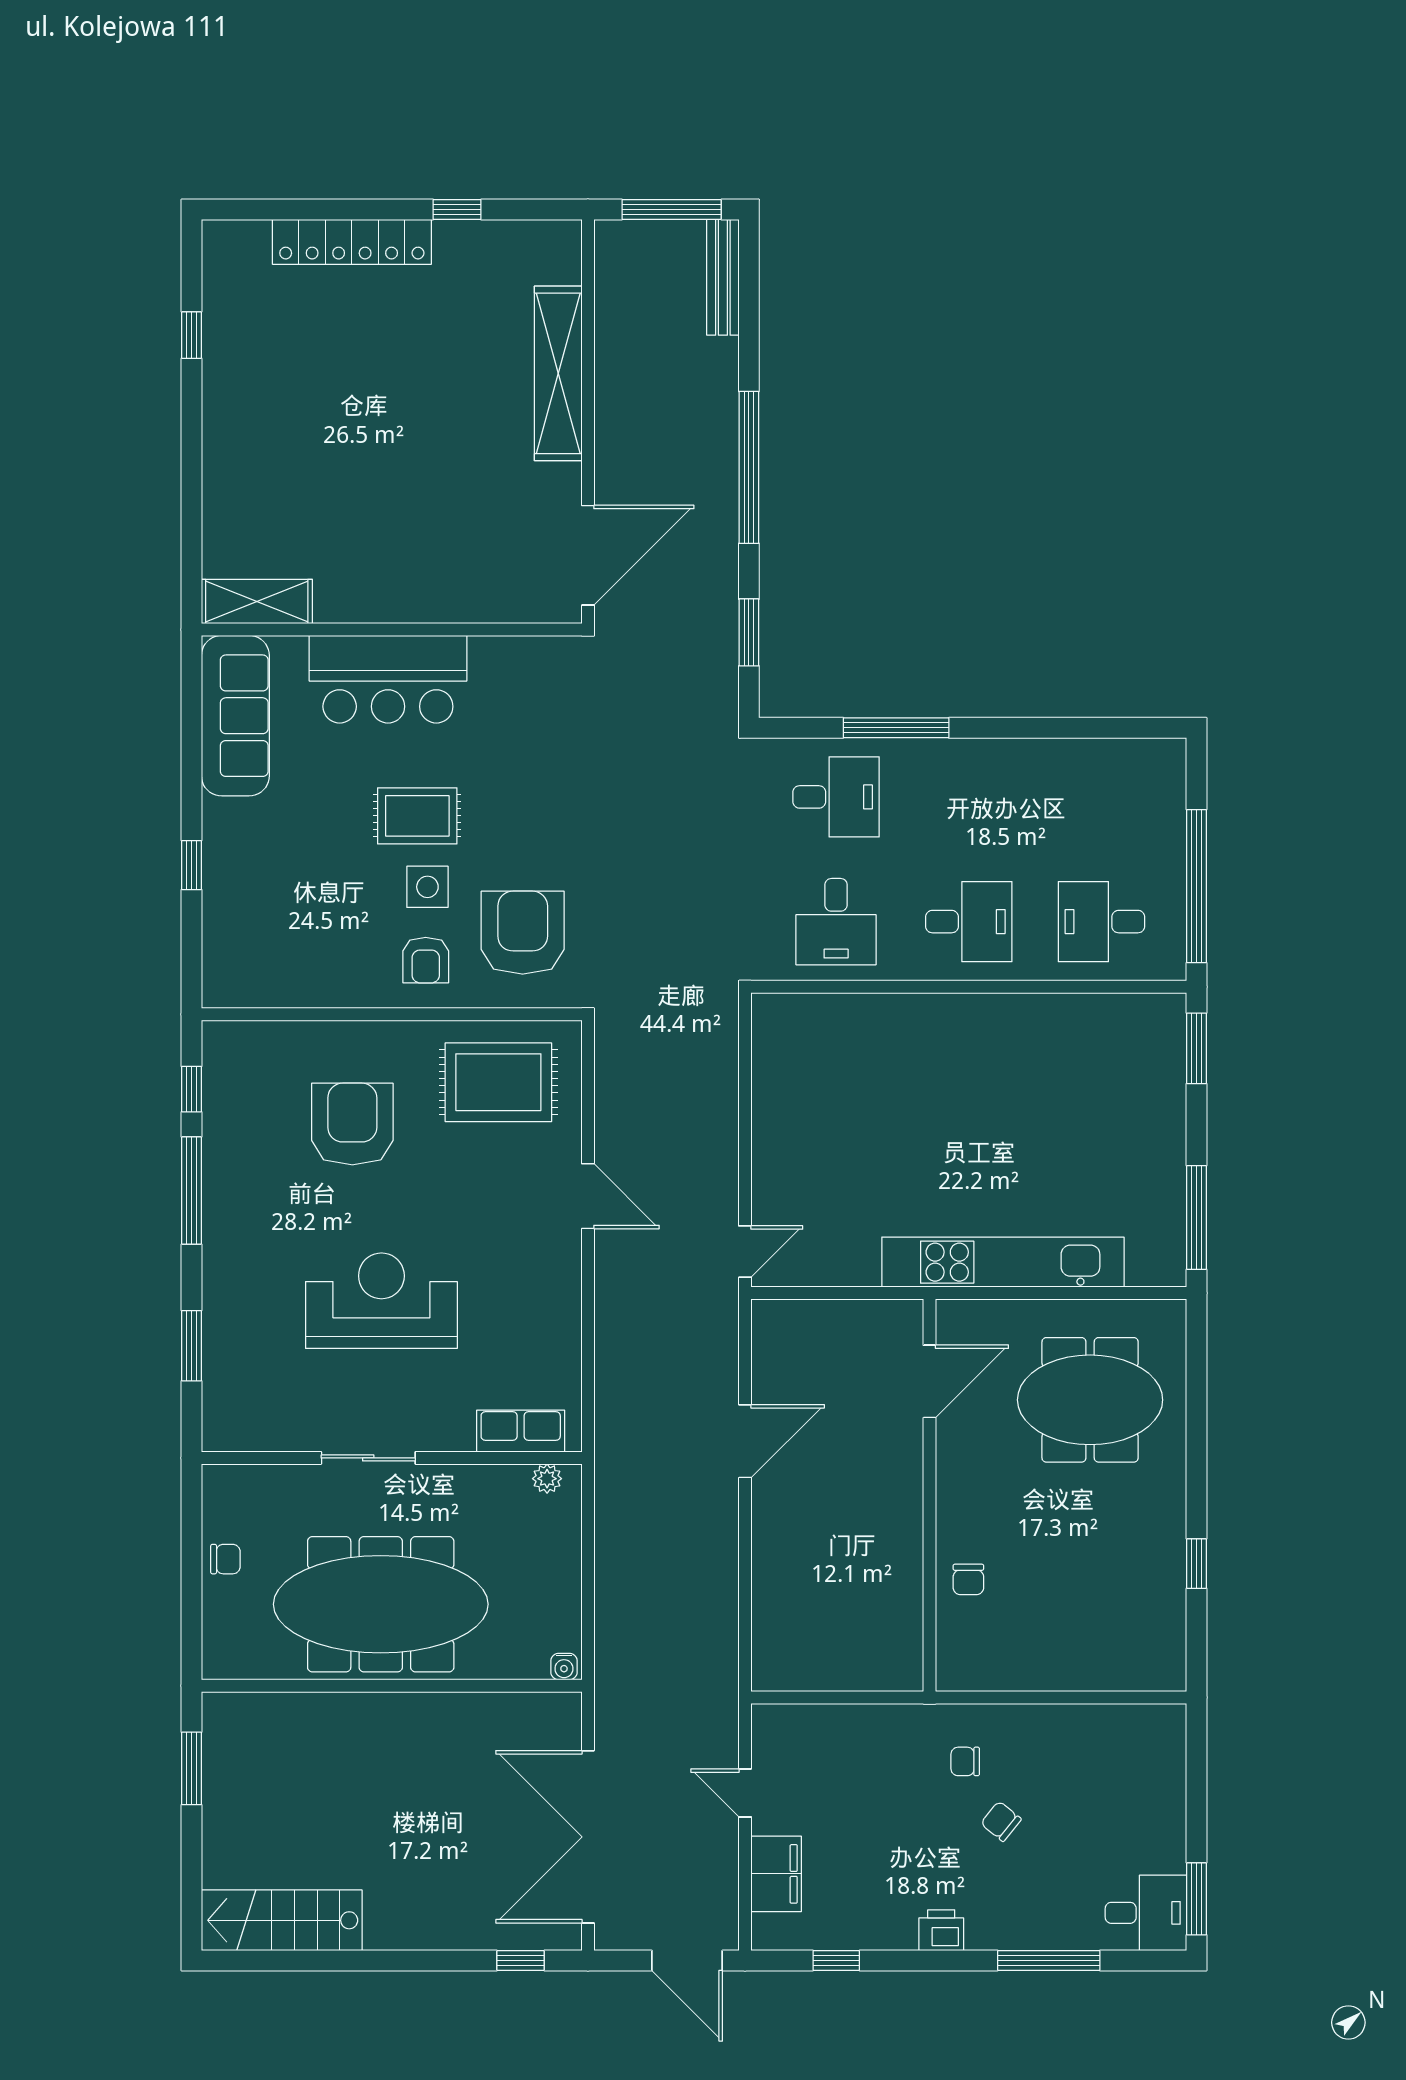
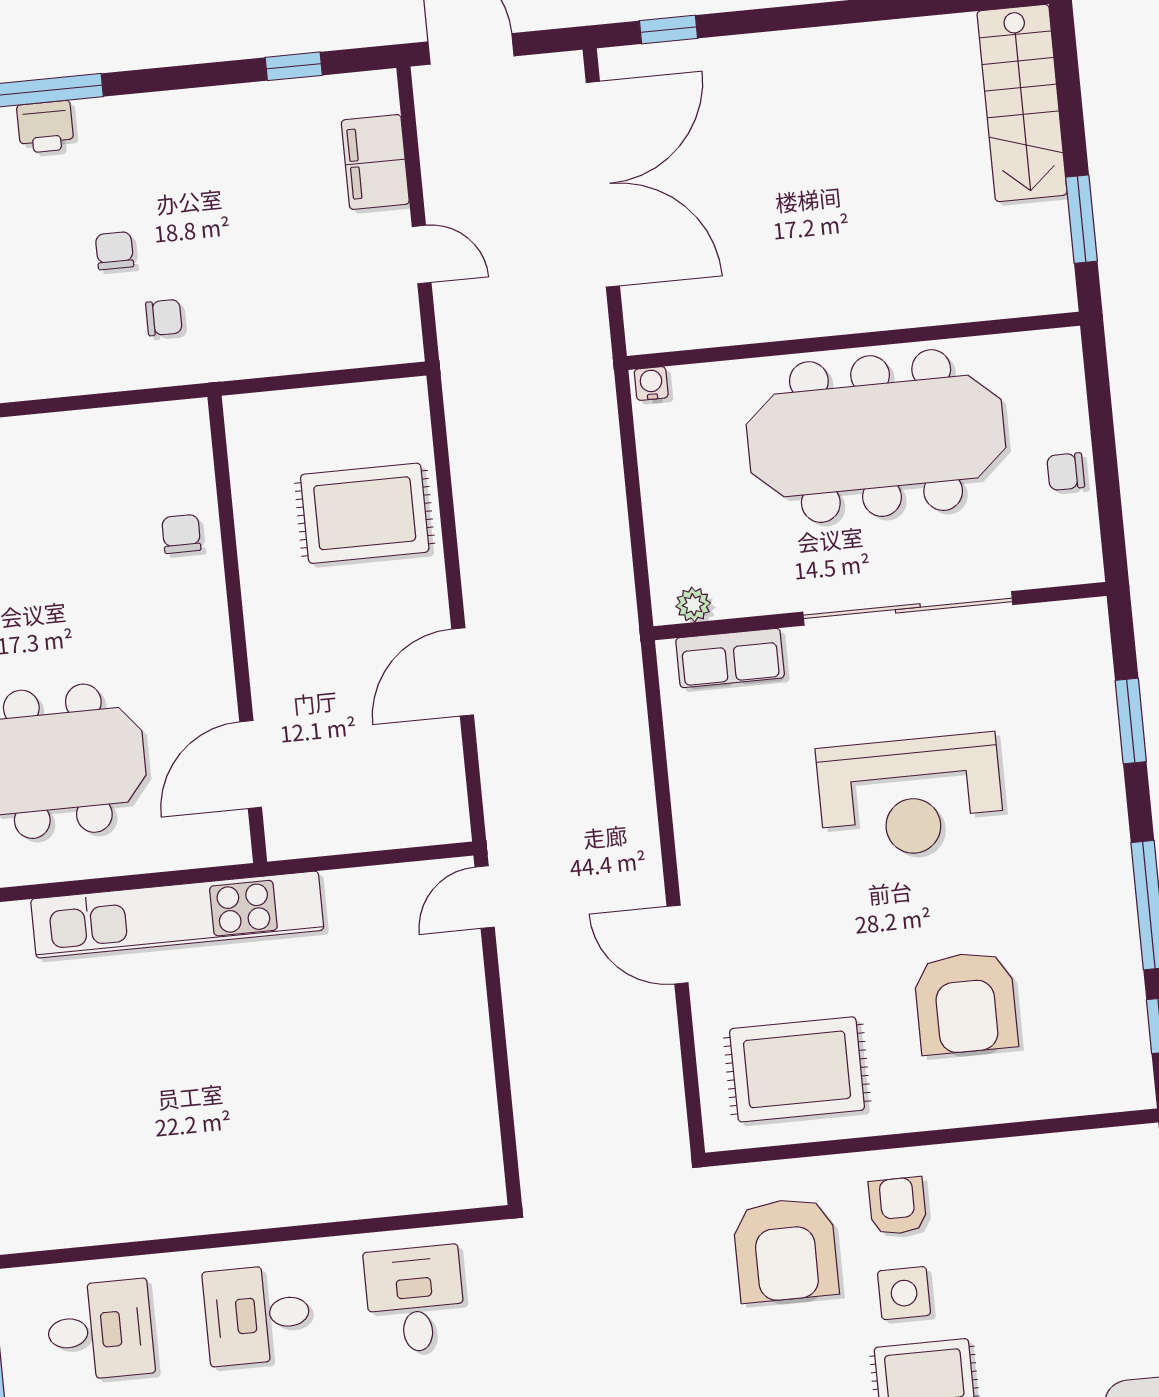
sliding door: (368, 1458) -> (908, 608), width x1.86
rug: (814, 1582) -> (365, 513), added
chair: (1001, 1821) -> (115, 251), turned -129
stairs: (282, 1920) -> (1022, 103), moved, turned 90
printer: (941, 1930) -> (45, 127), moved

